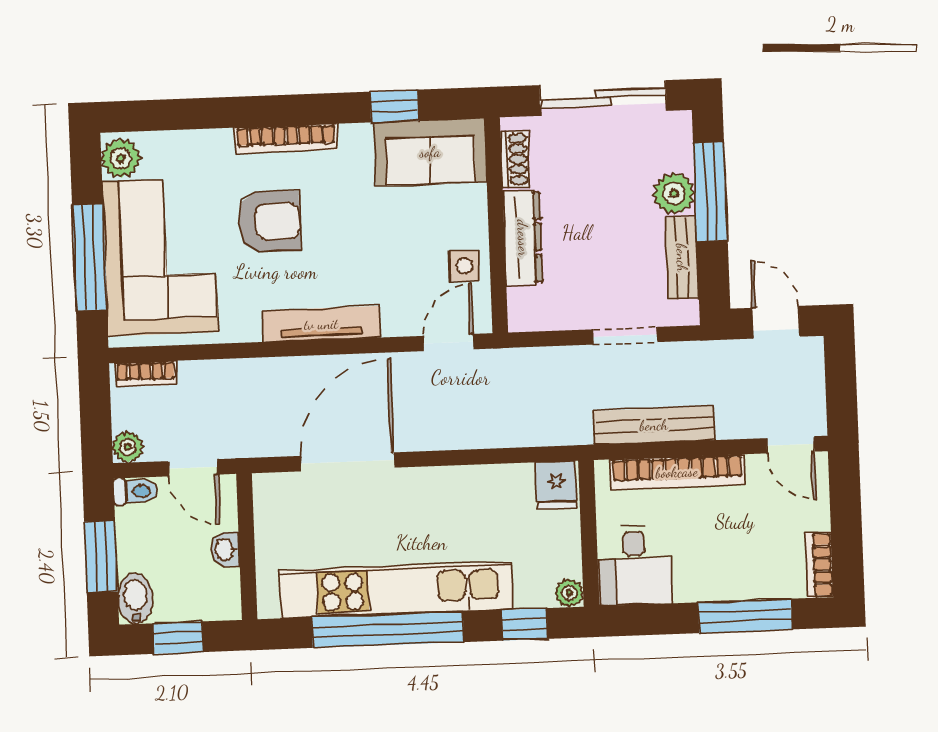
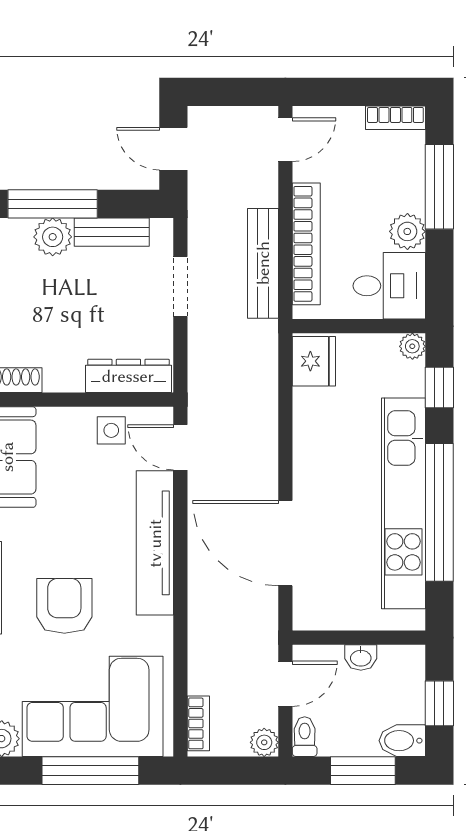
dresser: (523, 238) -> (128, 376), moved
door: (776, 322) -> (173, 149), hinge flipped
tv unit: (321, 324) -> (155, 543), width x1.36, depth x1.29
fridge: (556, 485) -> (314, 361), width x1.38
plant: (695, 583) -> (407, 231), added

